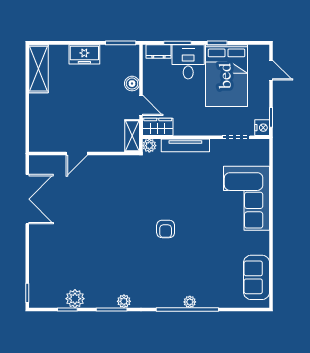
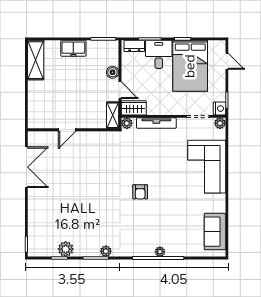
plant: (263, 146) -> (220, 123), added

